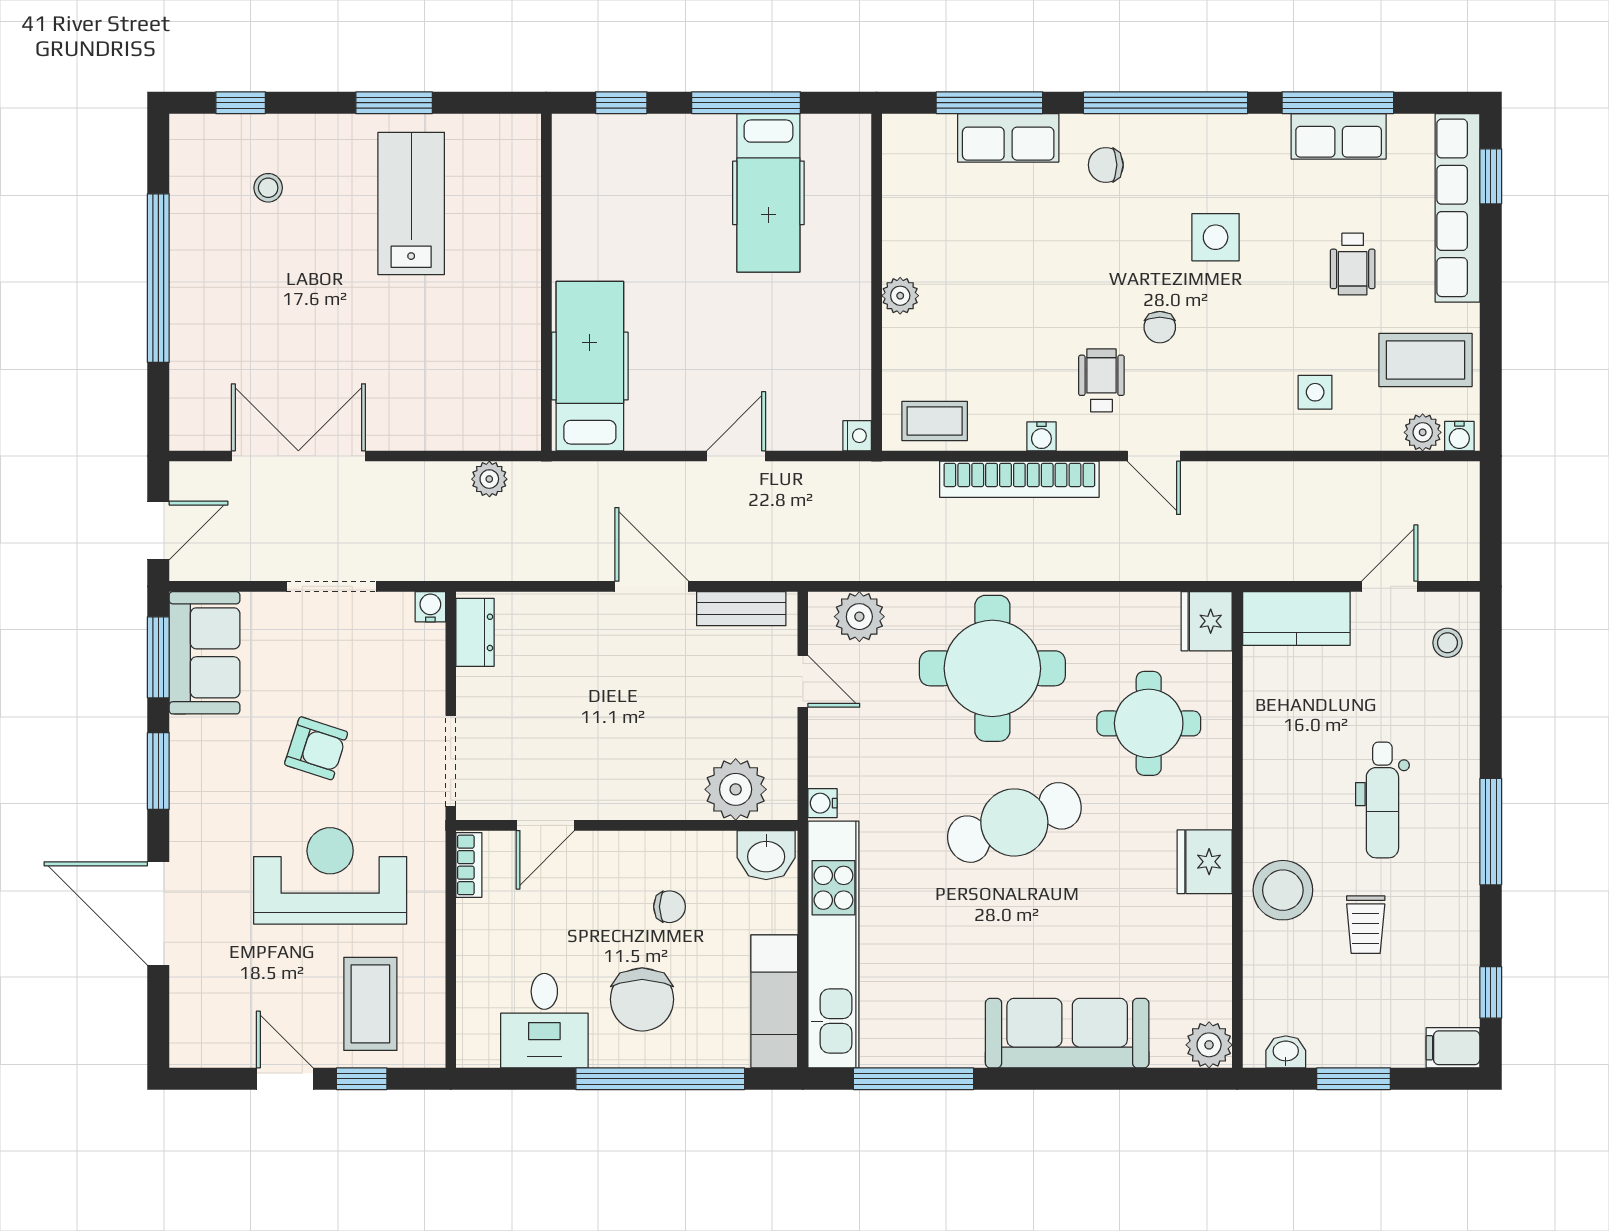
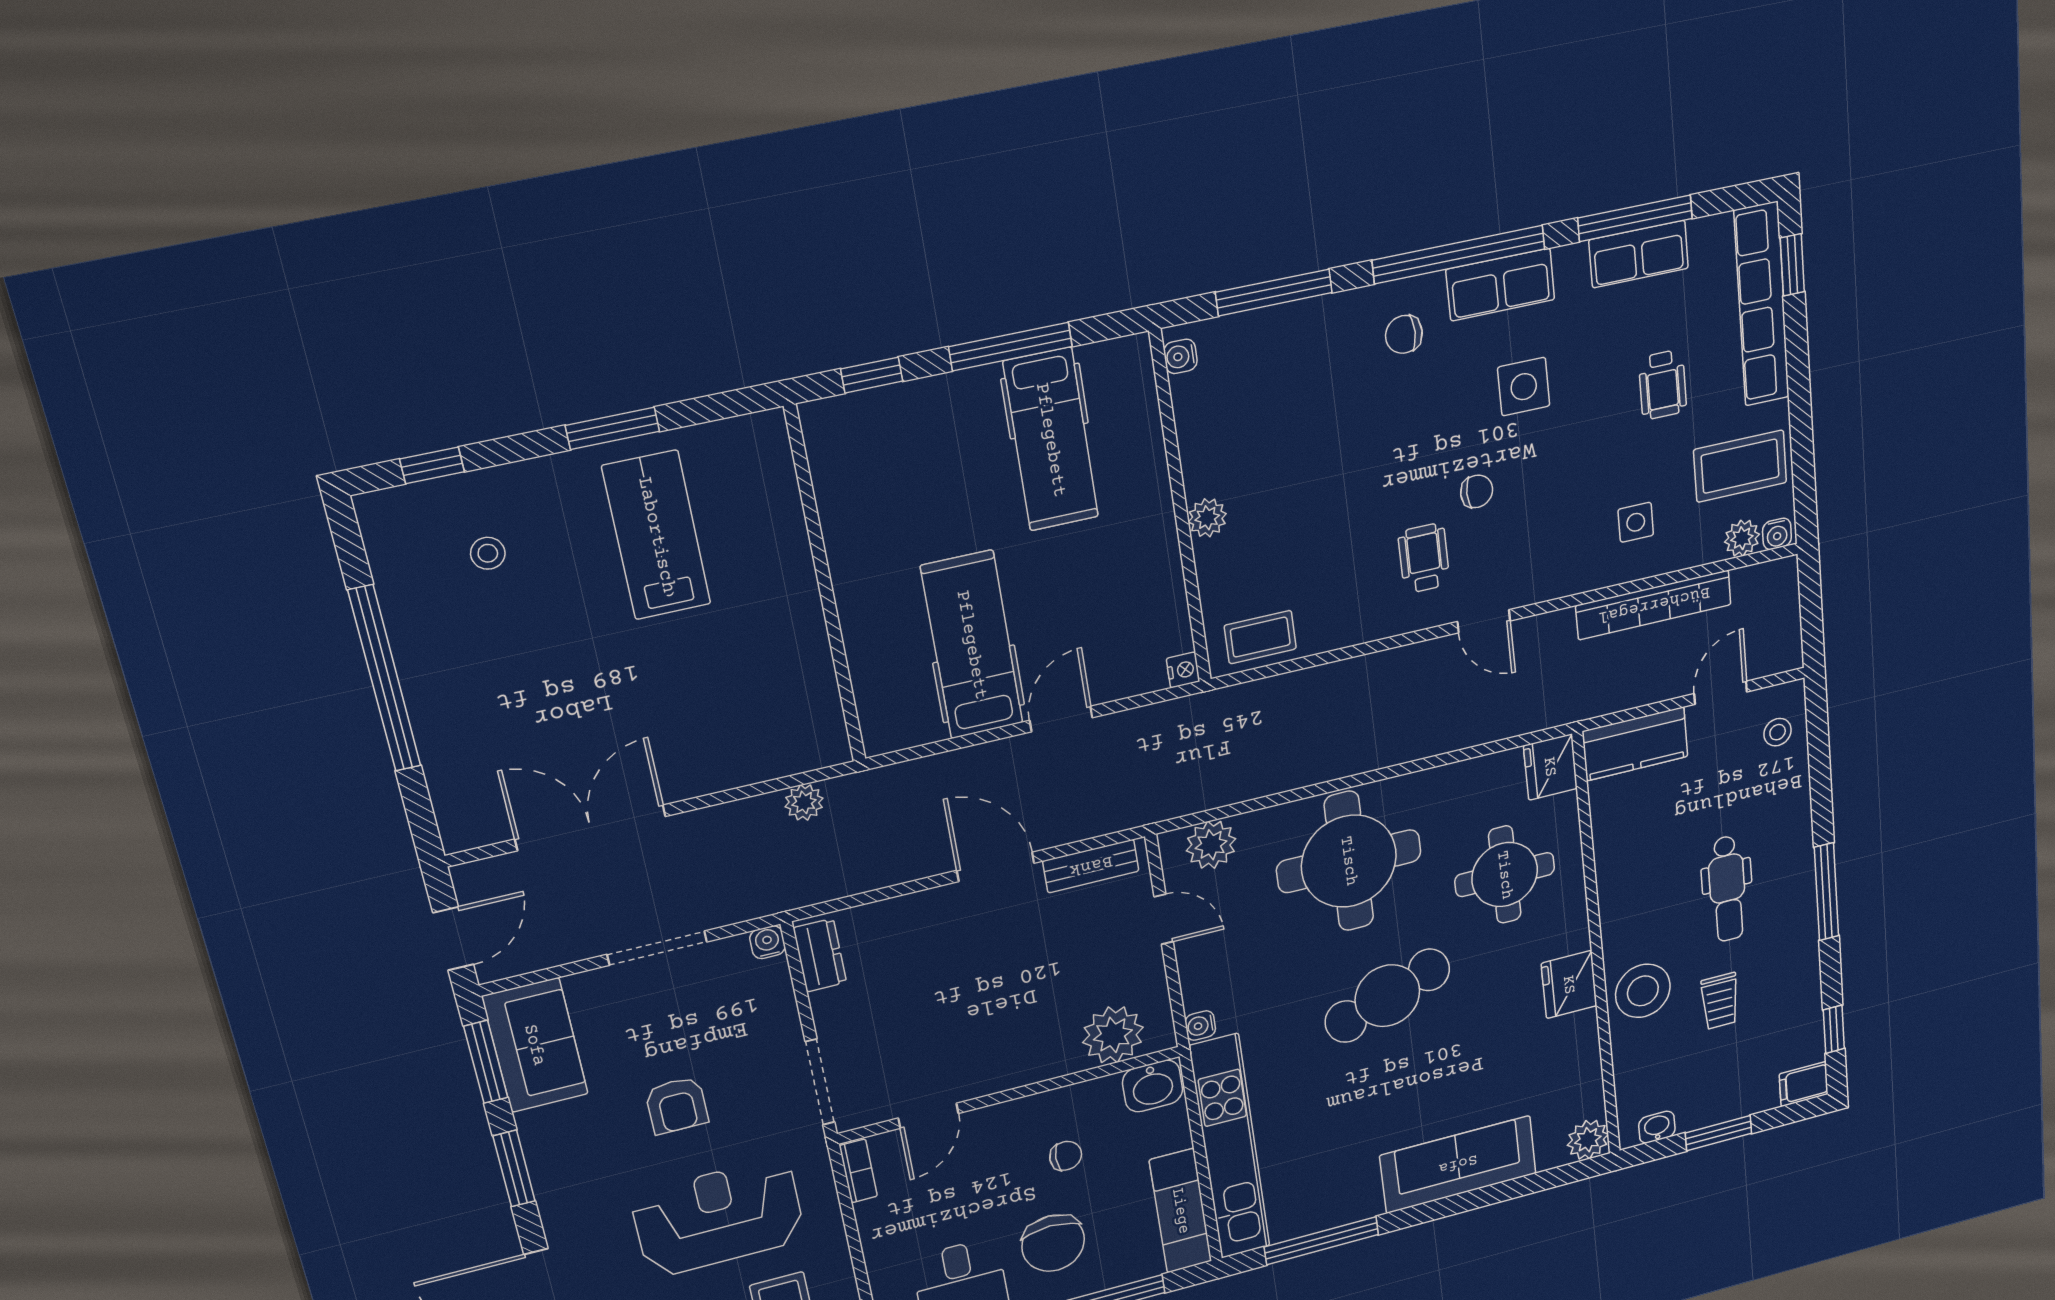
row of seats: (1008, 138) -> (1500, 285), moved
chair: (1160, 327) -> (1477, 491), turned -90
hospital bed: (590, 366) -> (972, 645), moved
water cooler: (1041, 436) -> (1180, 356), moved, turned 90
bookcase: (1019, 479) -> (1654, 605), moved
armchair: (316, 748) -> (677, 1105), turned 72

